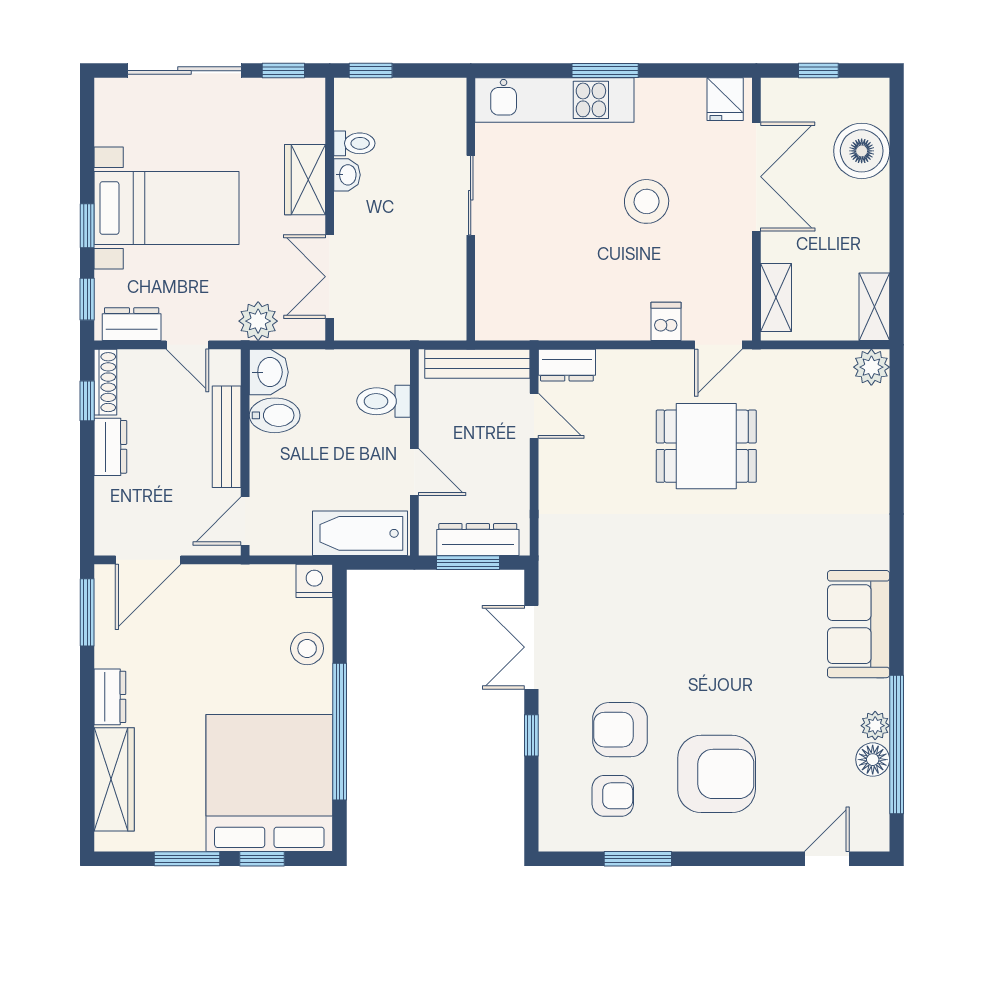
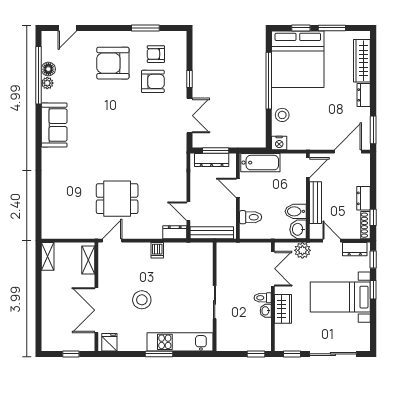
toilet: (354, 143) -> (263, 298), moved
boiler: (862, 151) -> (53, 321), removed
dishwasher: (666, 321) -> (157, 250), moved
plant: (871, 367) -> (49, 231), removed

